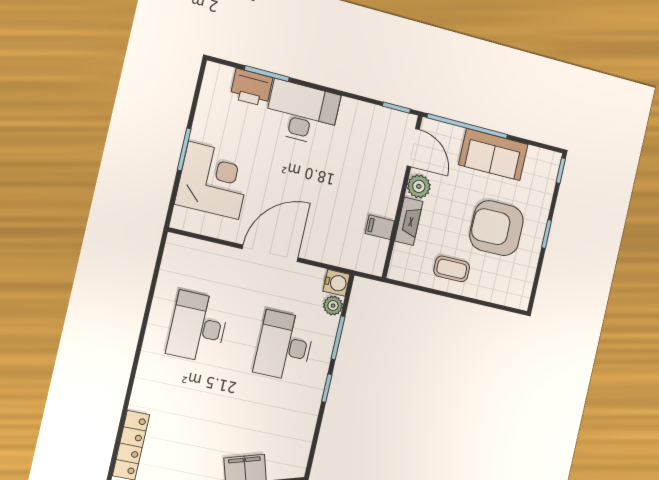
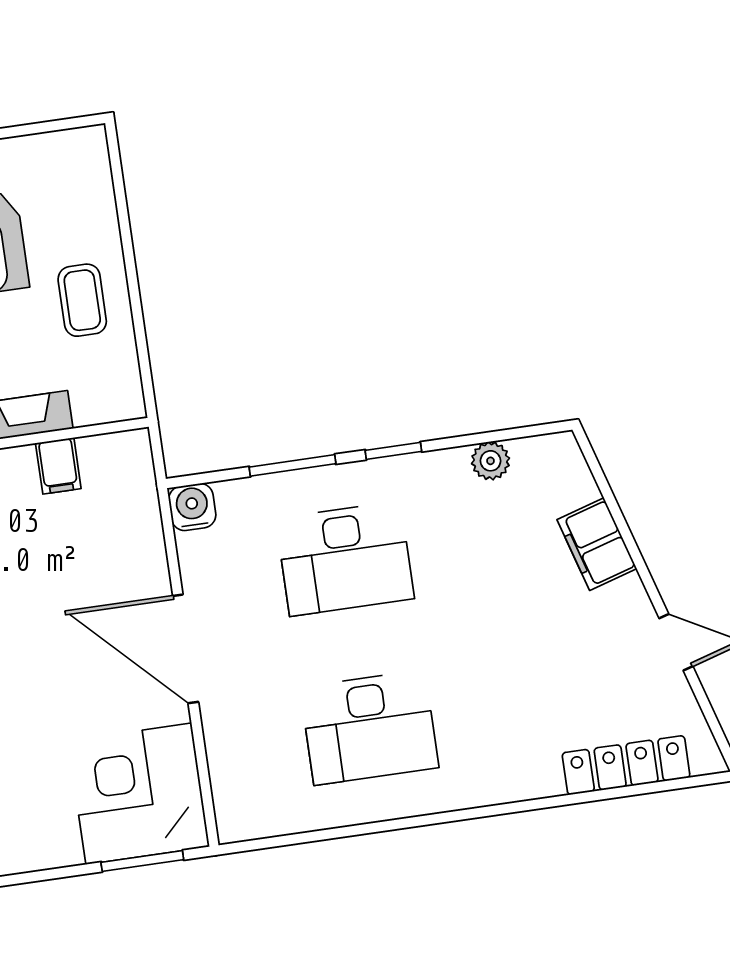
window: (184, 149) -> (142, 861), moved
corner desk: (214, 180) -> (139, 794), moved
plant: (333, 306) -> (490, 461), moved

